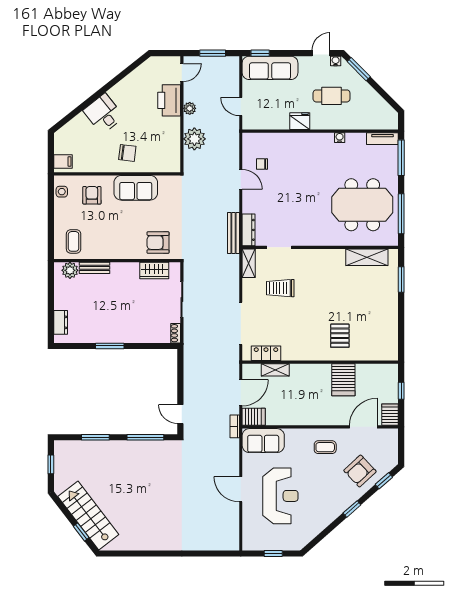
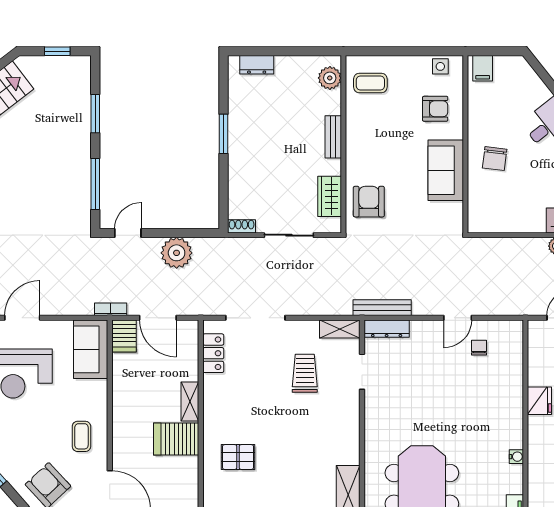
plant: (194, 139) -> (177, 253), moved
bench: (95, 268) -> (333, 137), moved
shelving: (275, 370) -> (190, 402), moved
server rack: (343, 380) -> (176, 439), moved

